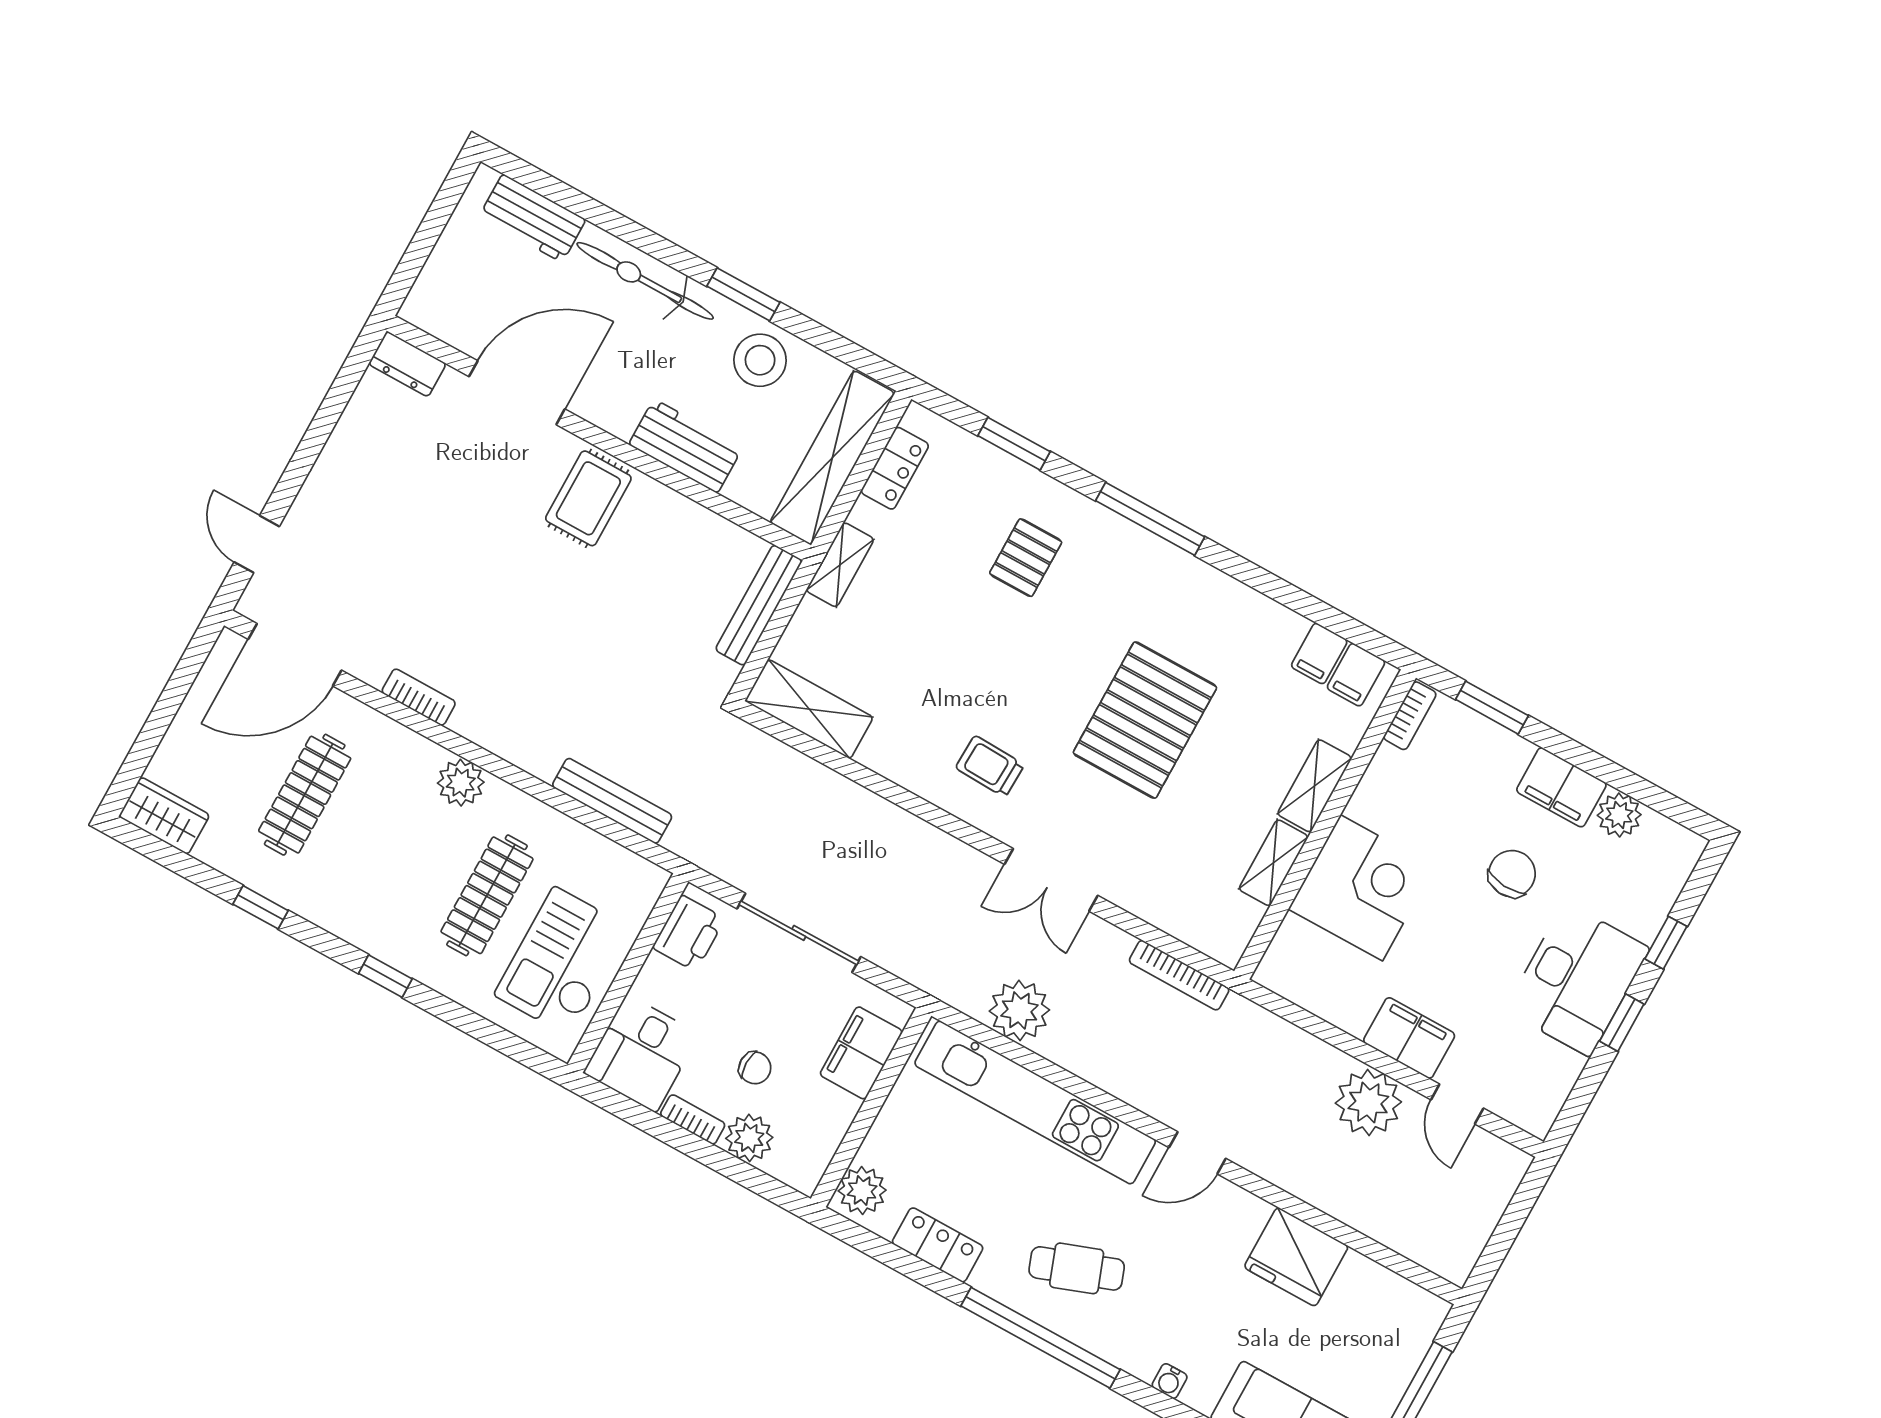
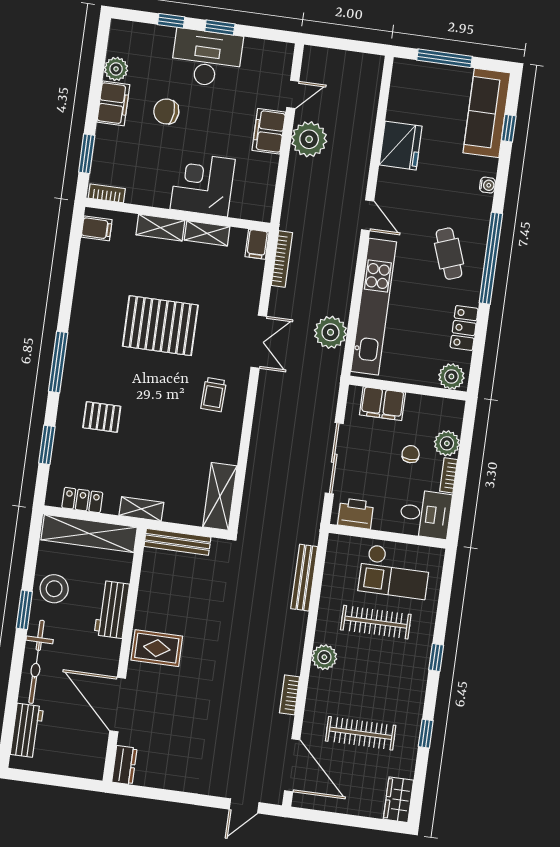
filing cabinet: (1319, 653) -> (257, 244), moved, turned 90

